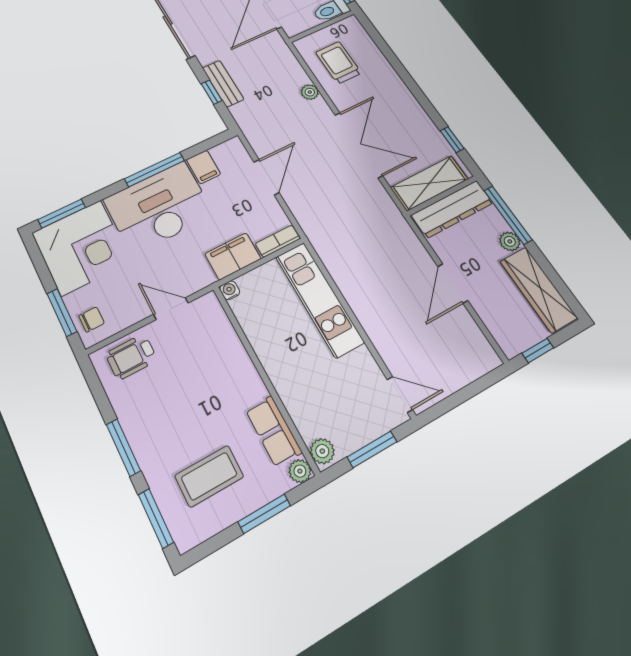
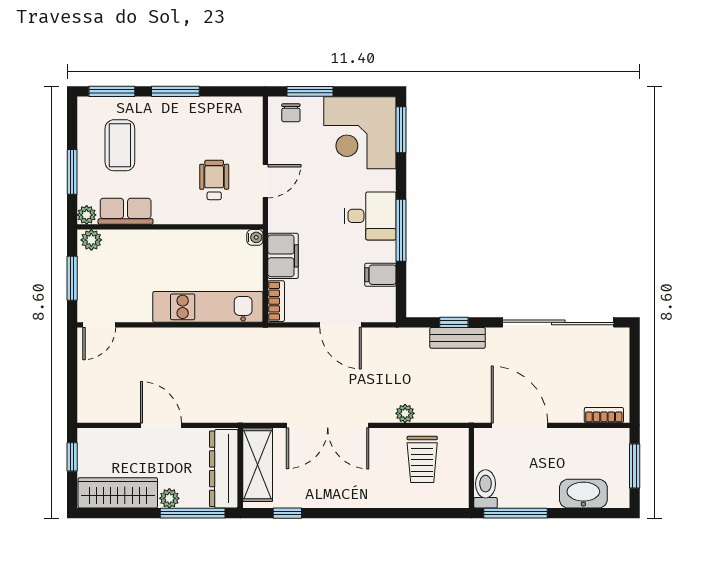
trolley: (338, 63) -> (422, 459), turned 90
desk: (159, 207) -> (370, 216), width x0.53, depth x0.77
wheelchair: (131, 357) -> (214, 180), moved

